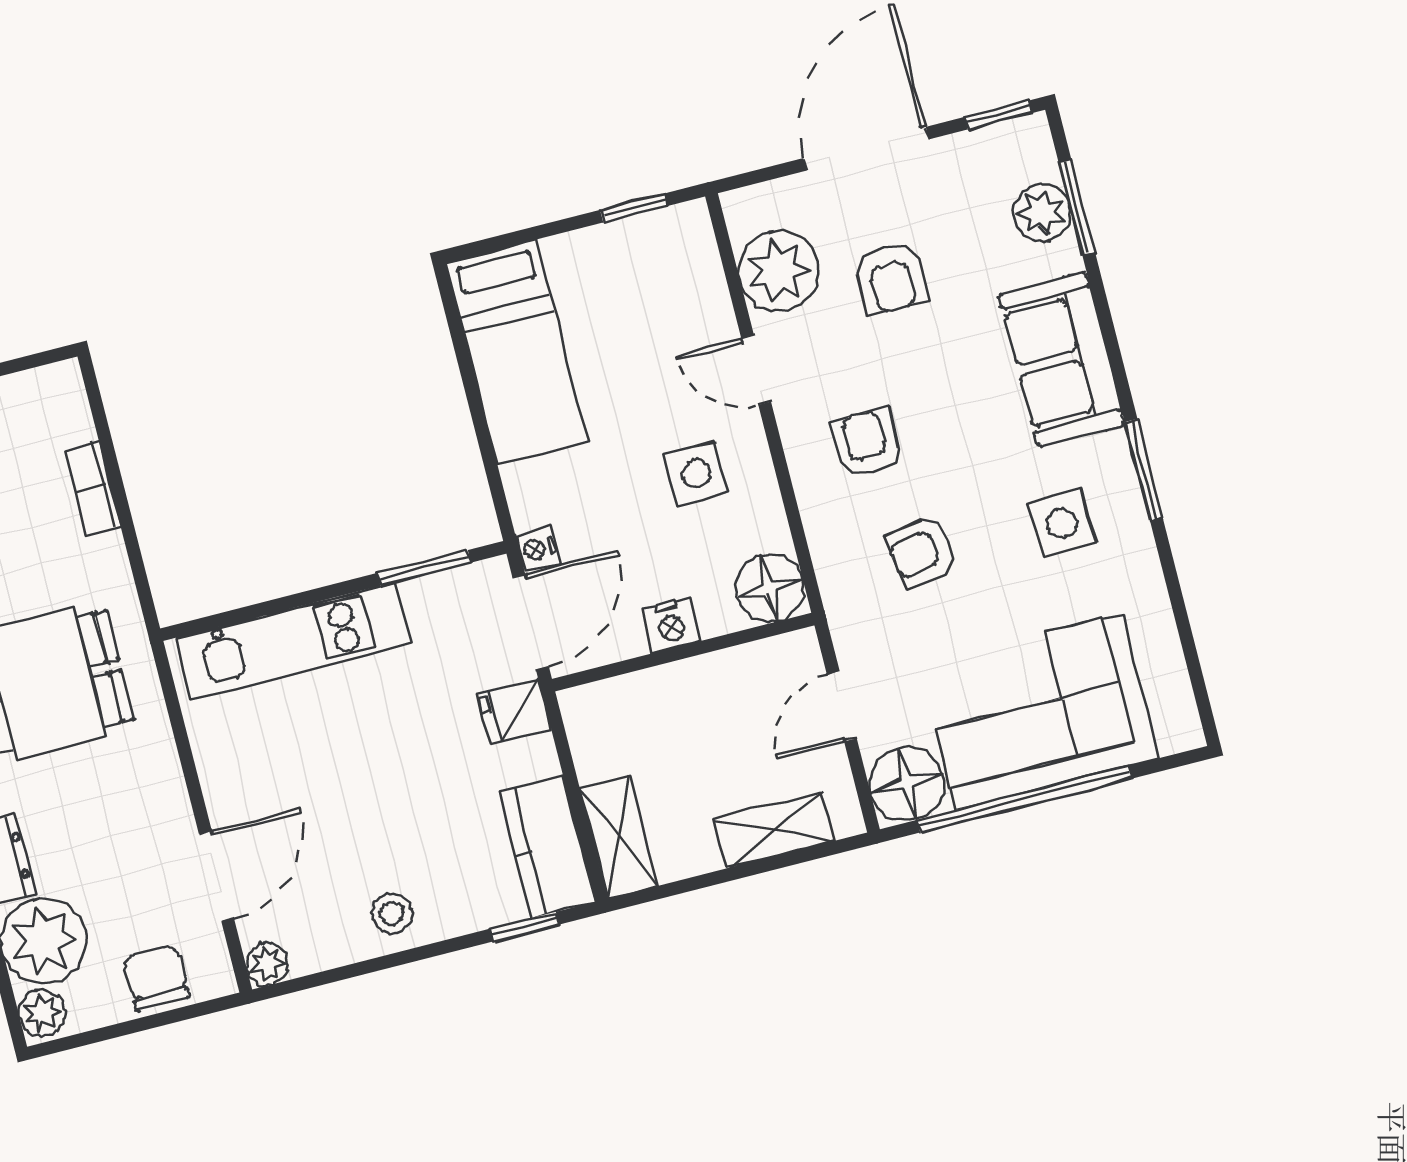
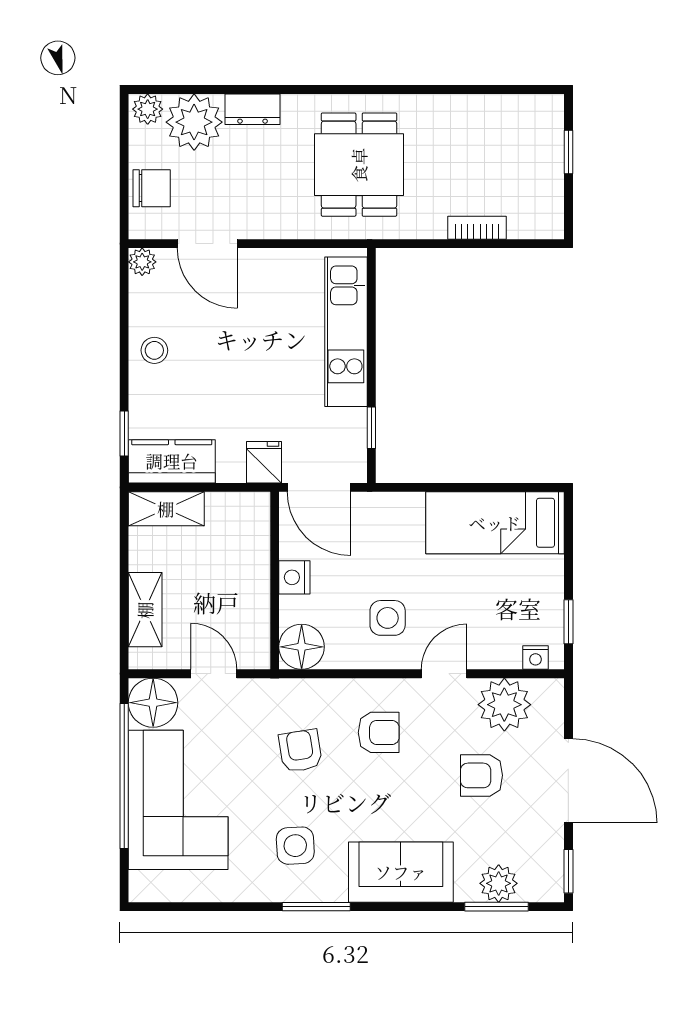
nightstand: (537, 549) -> (536, 657), moved, turned 180
window: (424, 568) -> (371, 428), width x0.67

